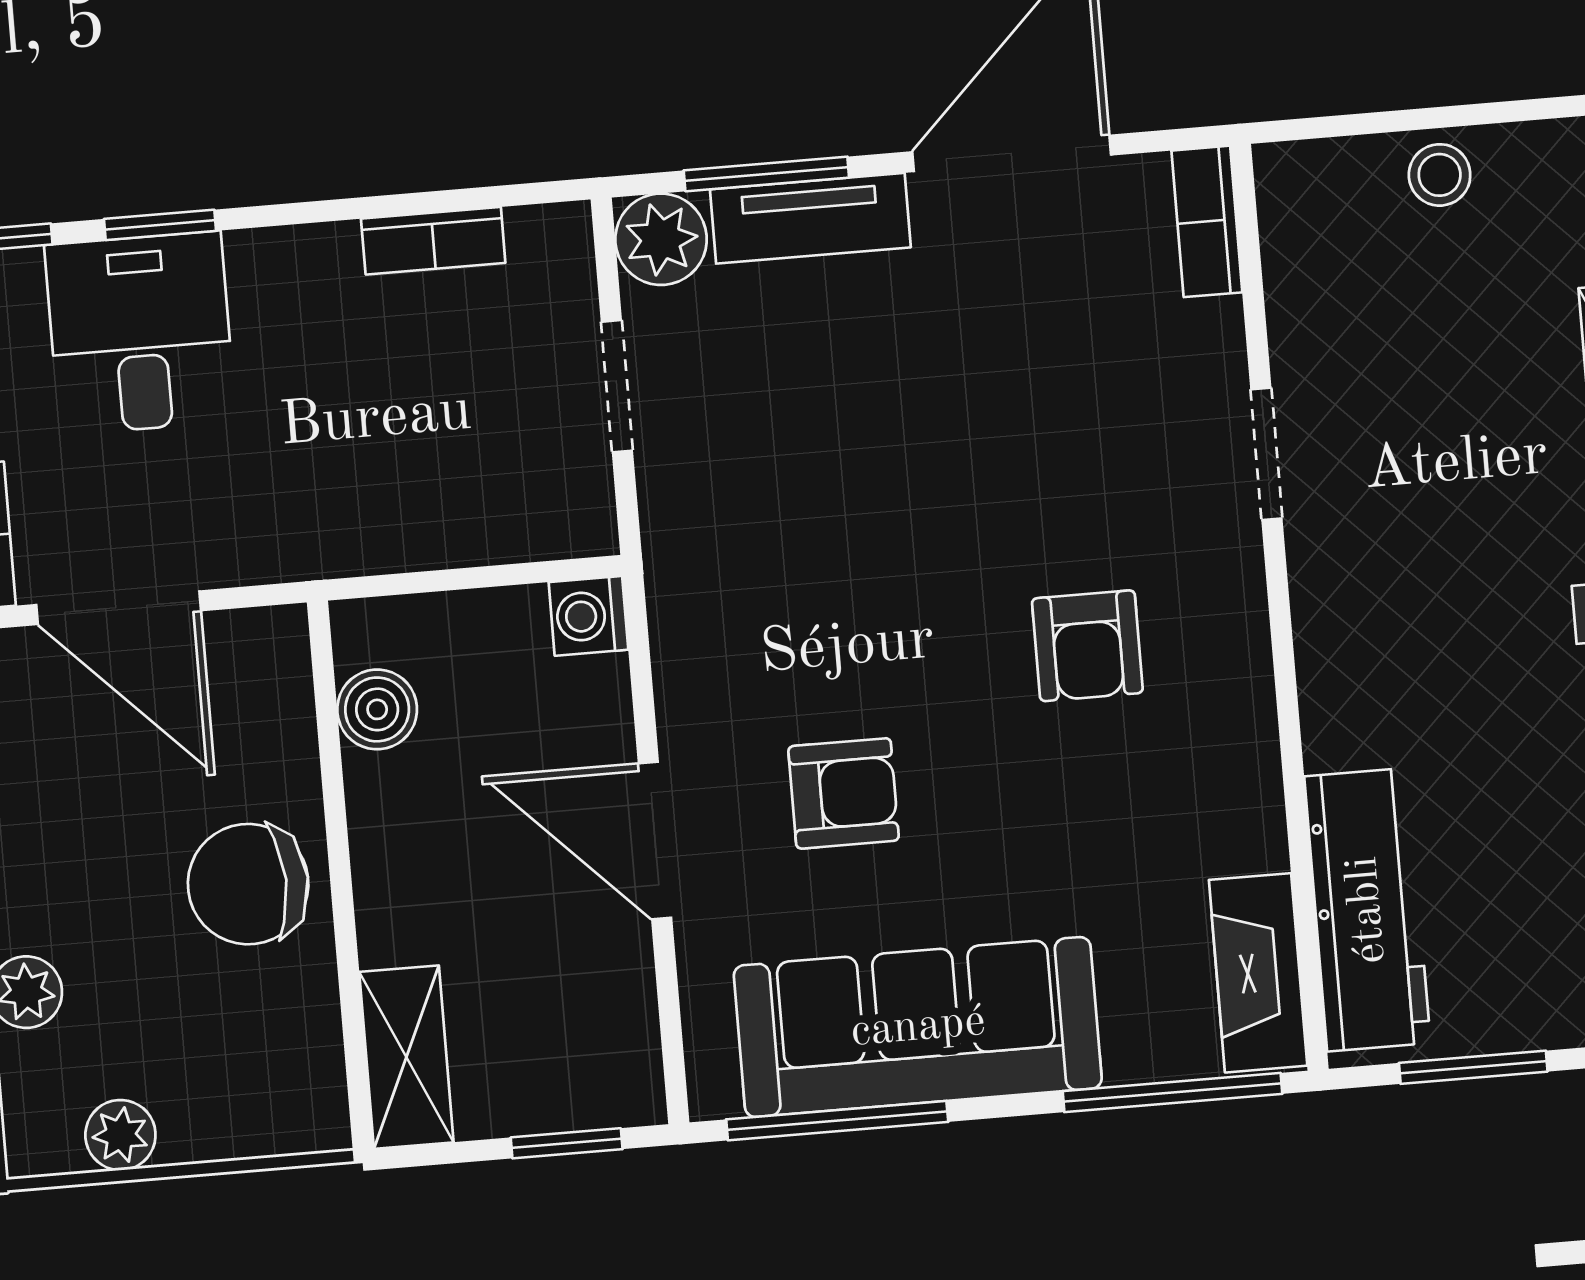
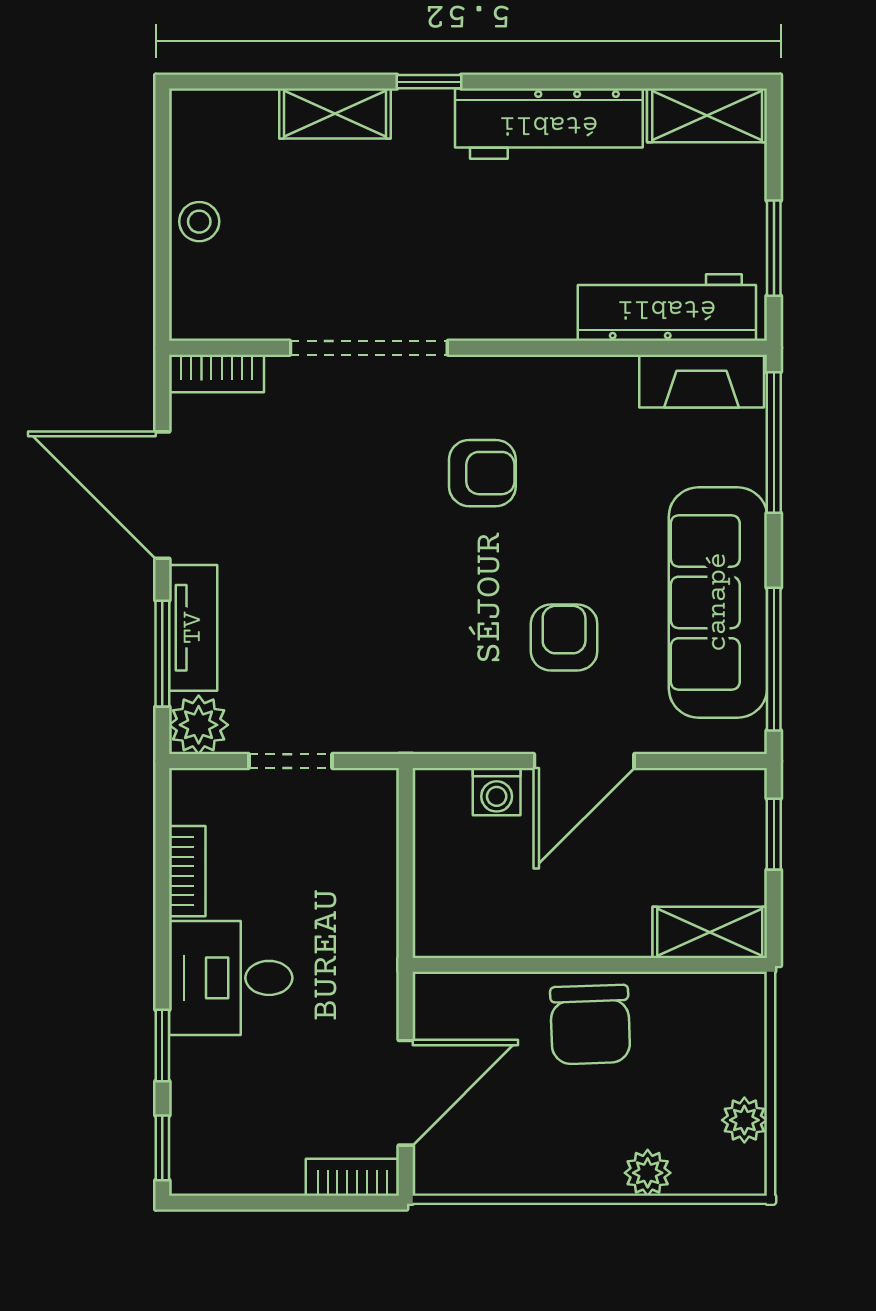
desk: (140, 333) -> (231, 978), moved
doorway: (1266, 454) -> (369, 348), width x1.87
washing machine: (588, 616) -> (497, 792), moved
boiler: (377, 709) -> (485, 932), removed

